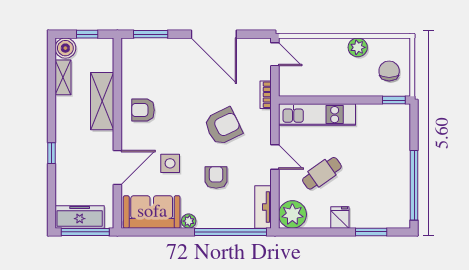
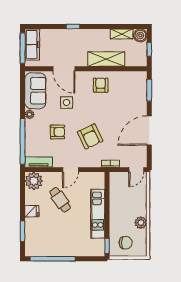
kitchen unit: (317, 115) -> (98, 214), moved

